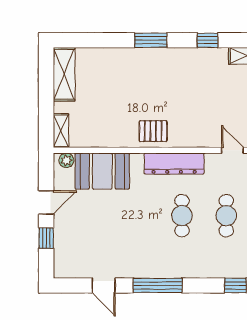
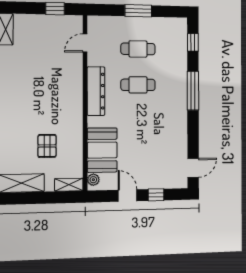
pallet: (153, 131) -> (47, 146), moved
door: (104, 285) -> (193, 168), moved
window: (158, 285) -> (193, 91), moved

